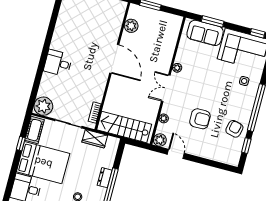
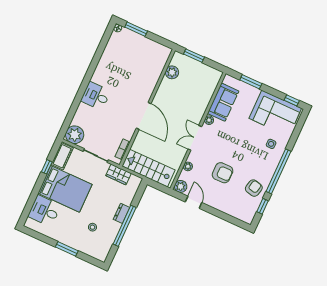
sofa: (205, 33) -> (223, 102), moved, turned -90
door: (114, 59) -> (144, 116), moved

